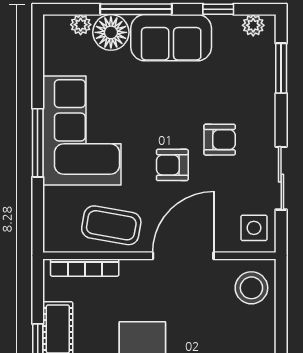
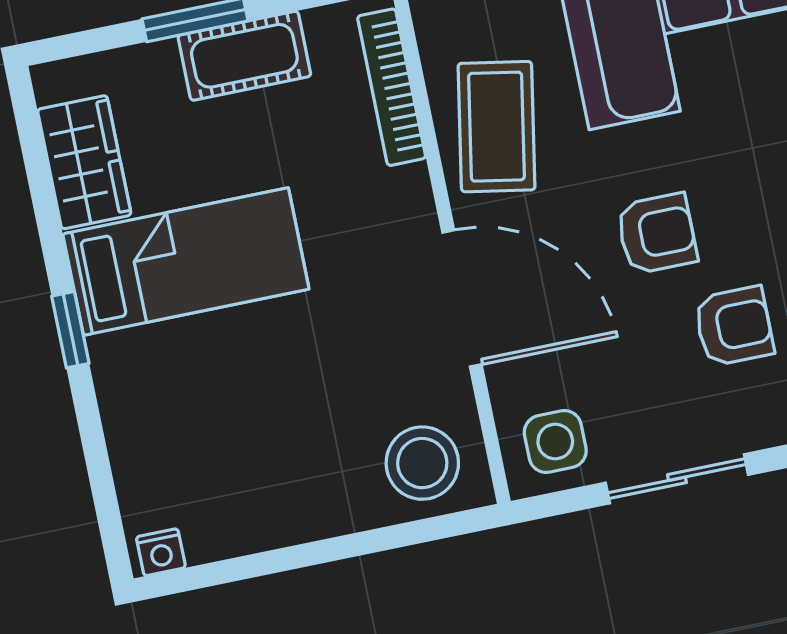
armchair: (220, 140) -> (734, 326), turned -90
armchair: (172, 165) -> (657, 234), turned 90

